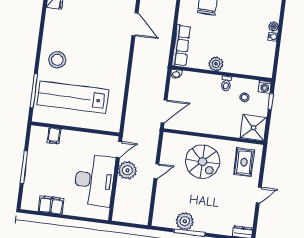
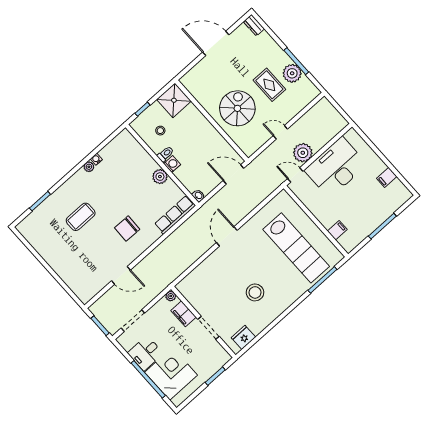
door: (135, 24) -> (227, 236), moved
stool: (57, 60) -> (255, 292), moved
washing machine: (265, 87) -> (172, 164), moved
rug: (244, 162) -> (269, 85), moved, turned 90
door: (259, 195) -> (216, 43), width x1.88
filing cabinet: (51, 205) -> (387, 177), width x0.50

